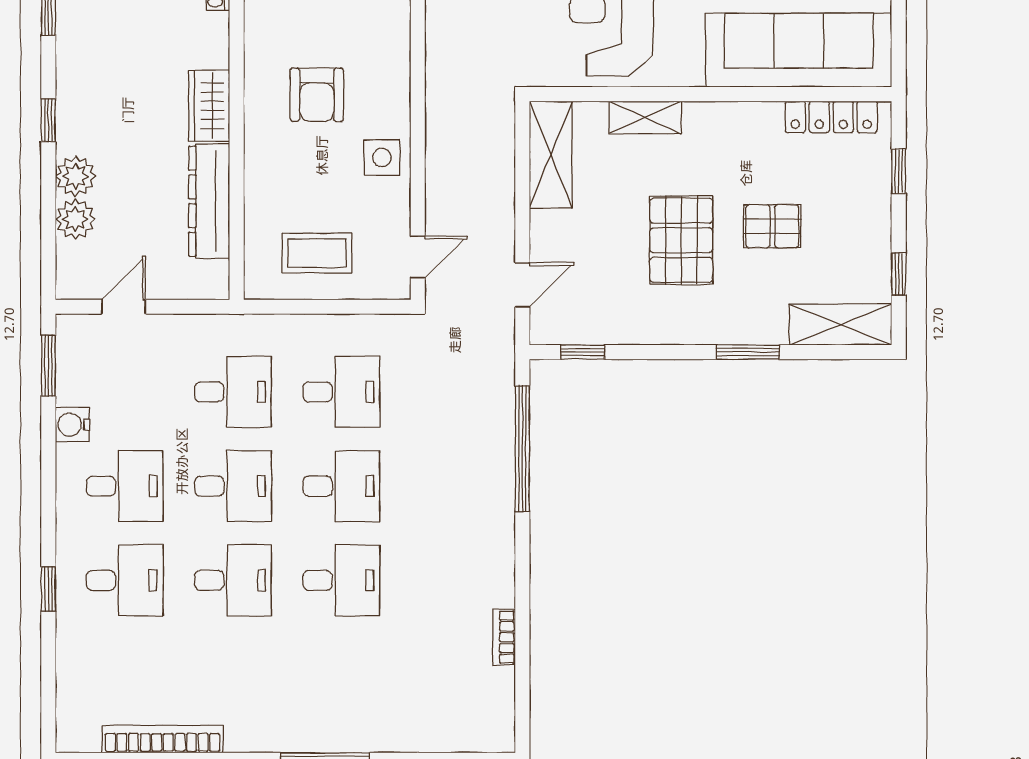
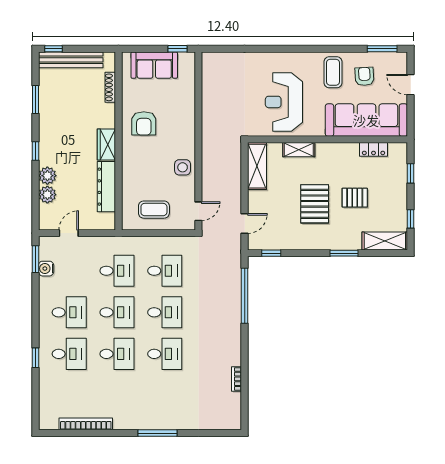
armchair: (317, 95) -> (144, 123), moved
locker: (831, 117) -> (374, 149), width x0.66
water cooler: (72, 424) -> (46, 269), moved

